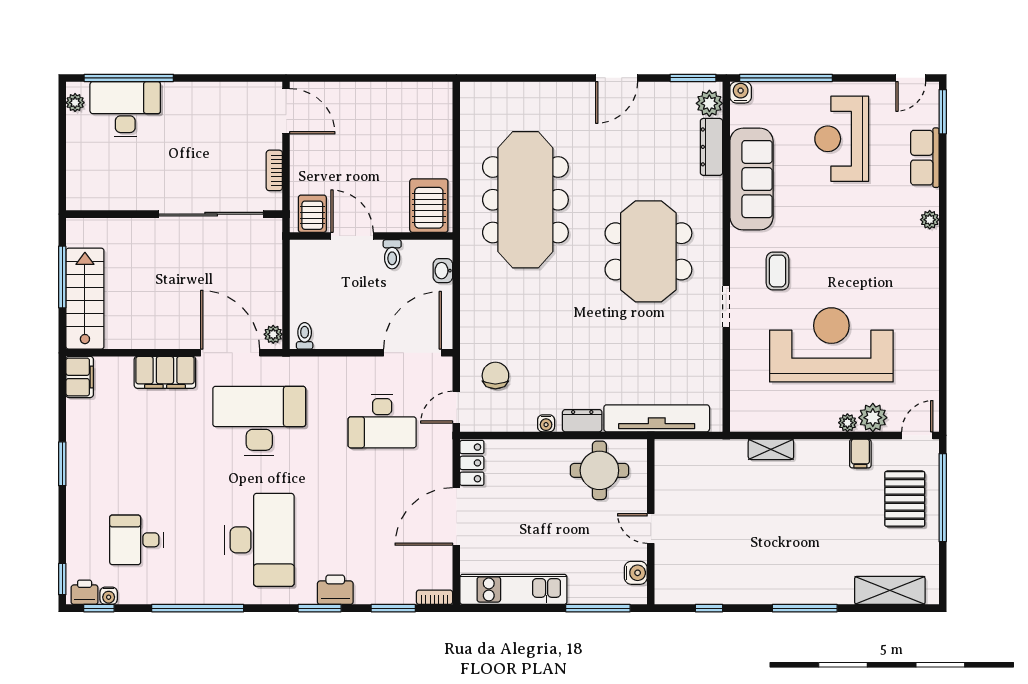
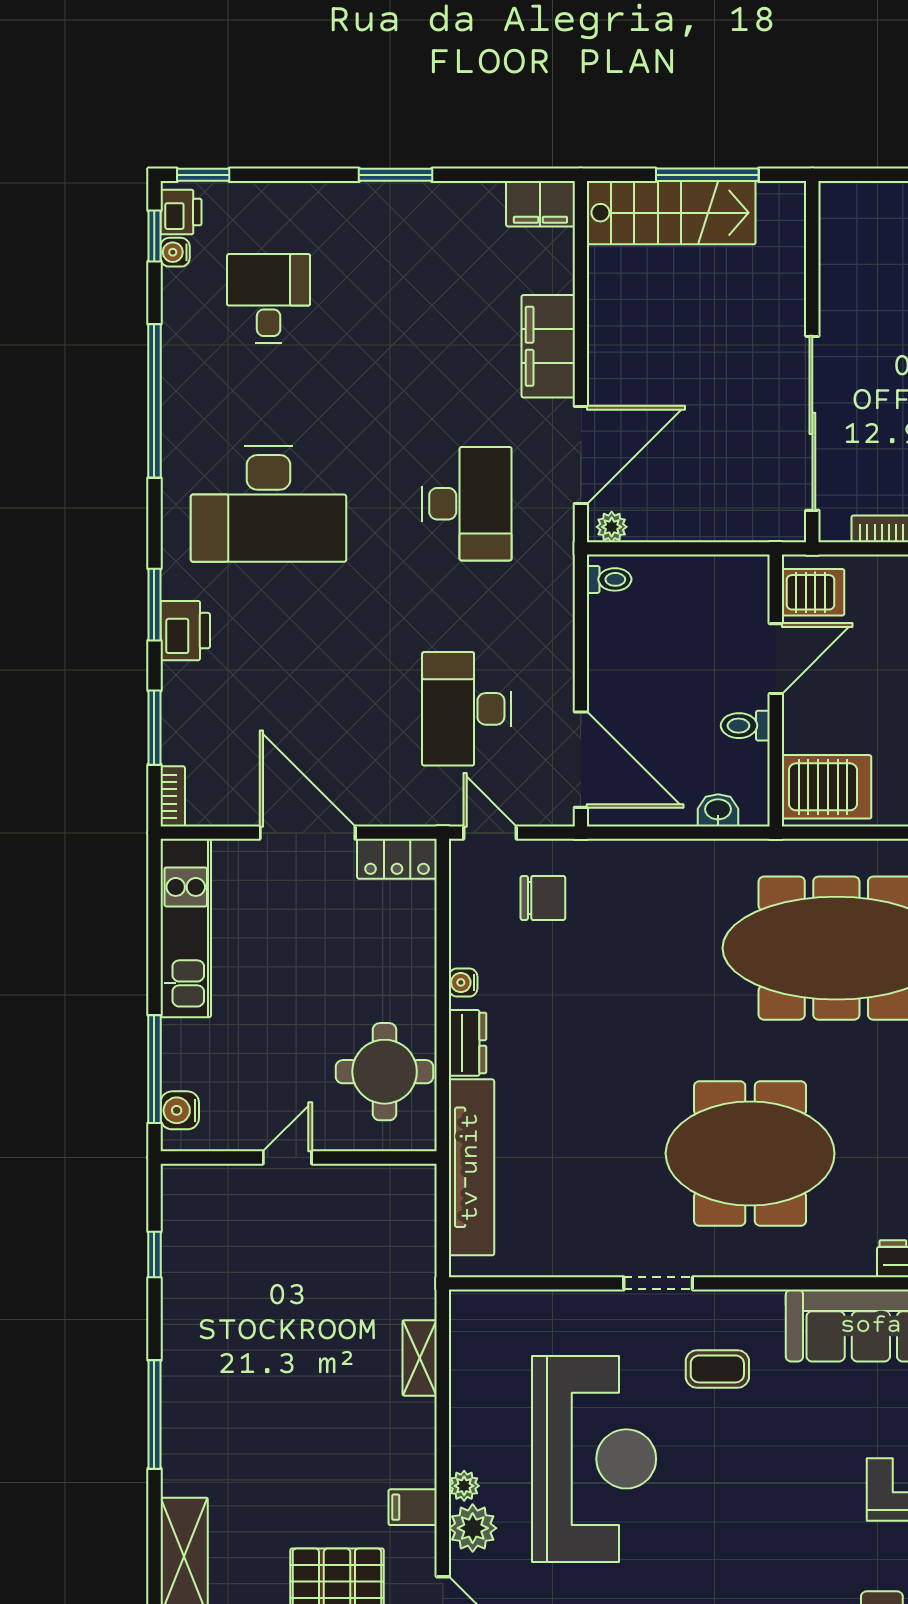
desk: (259, 421) -> (467, 504), width x0.73, depth x0.77
water cooler: (636, 573) -> (180, 1110), moved, turned 90

